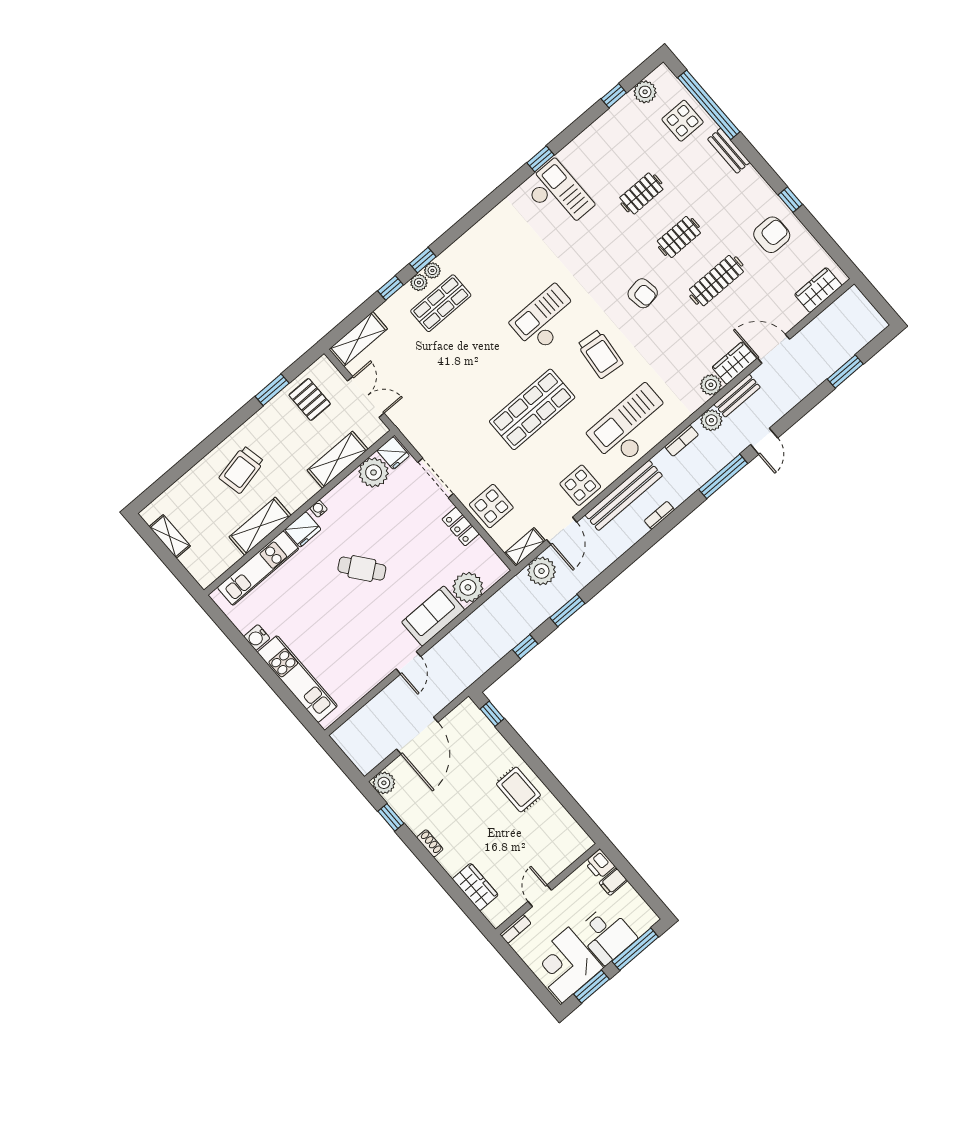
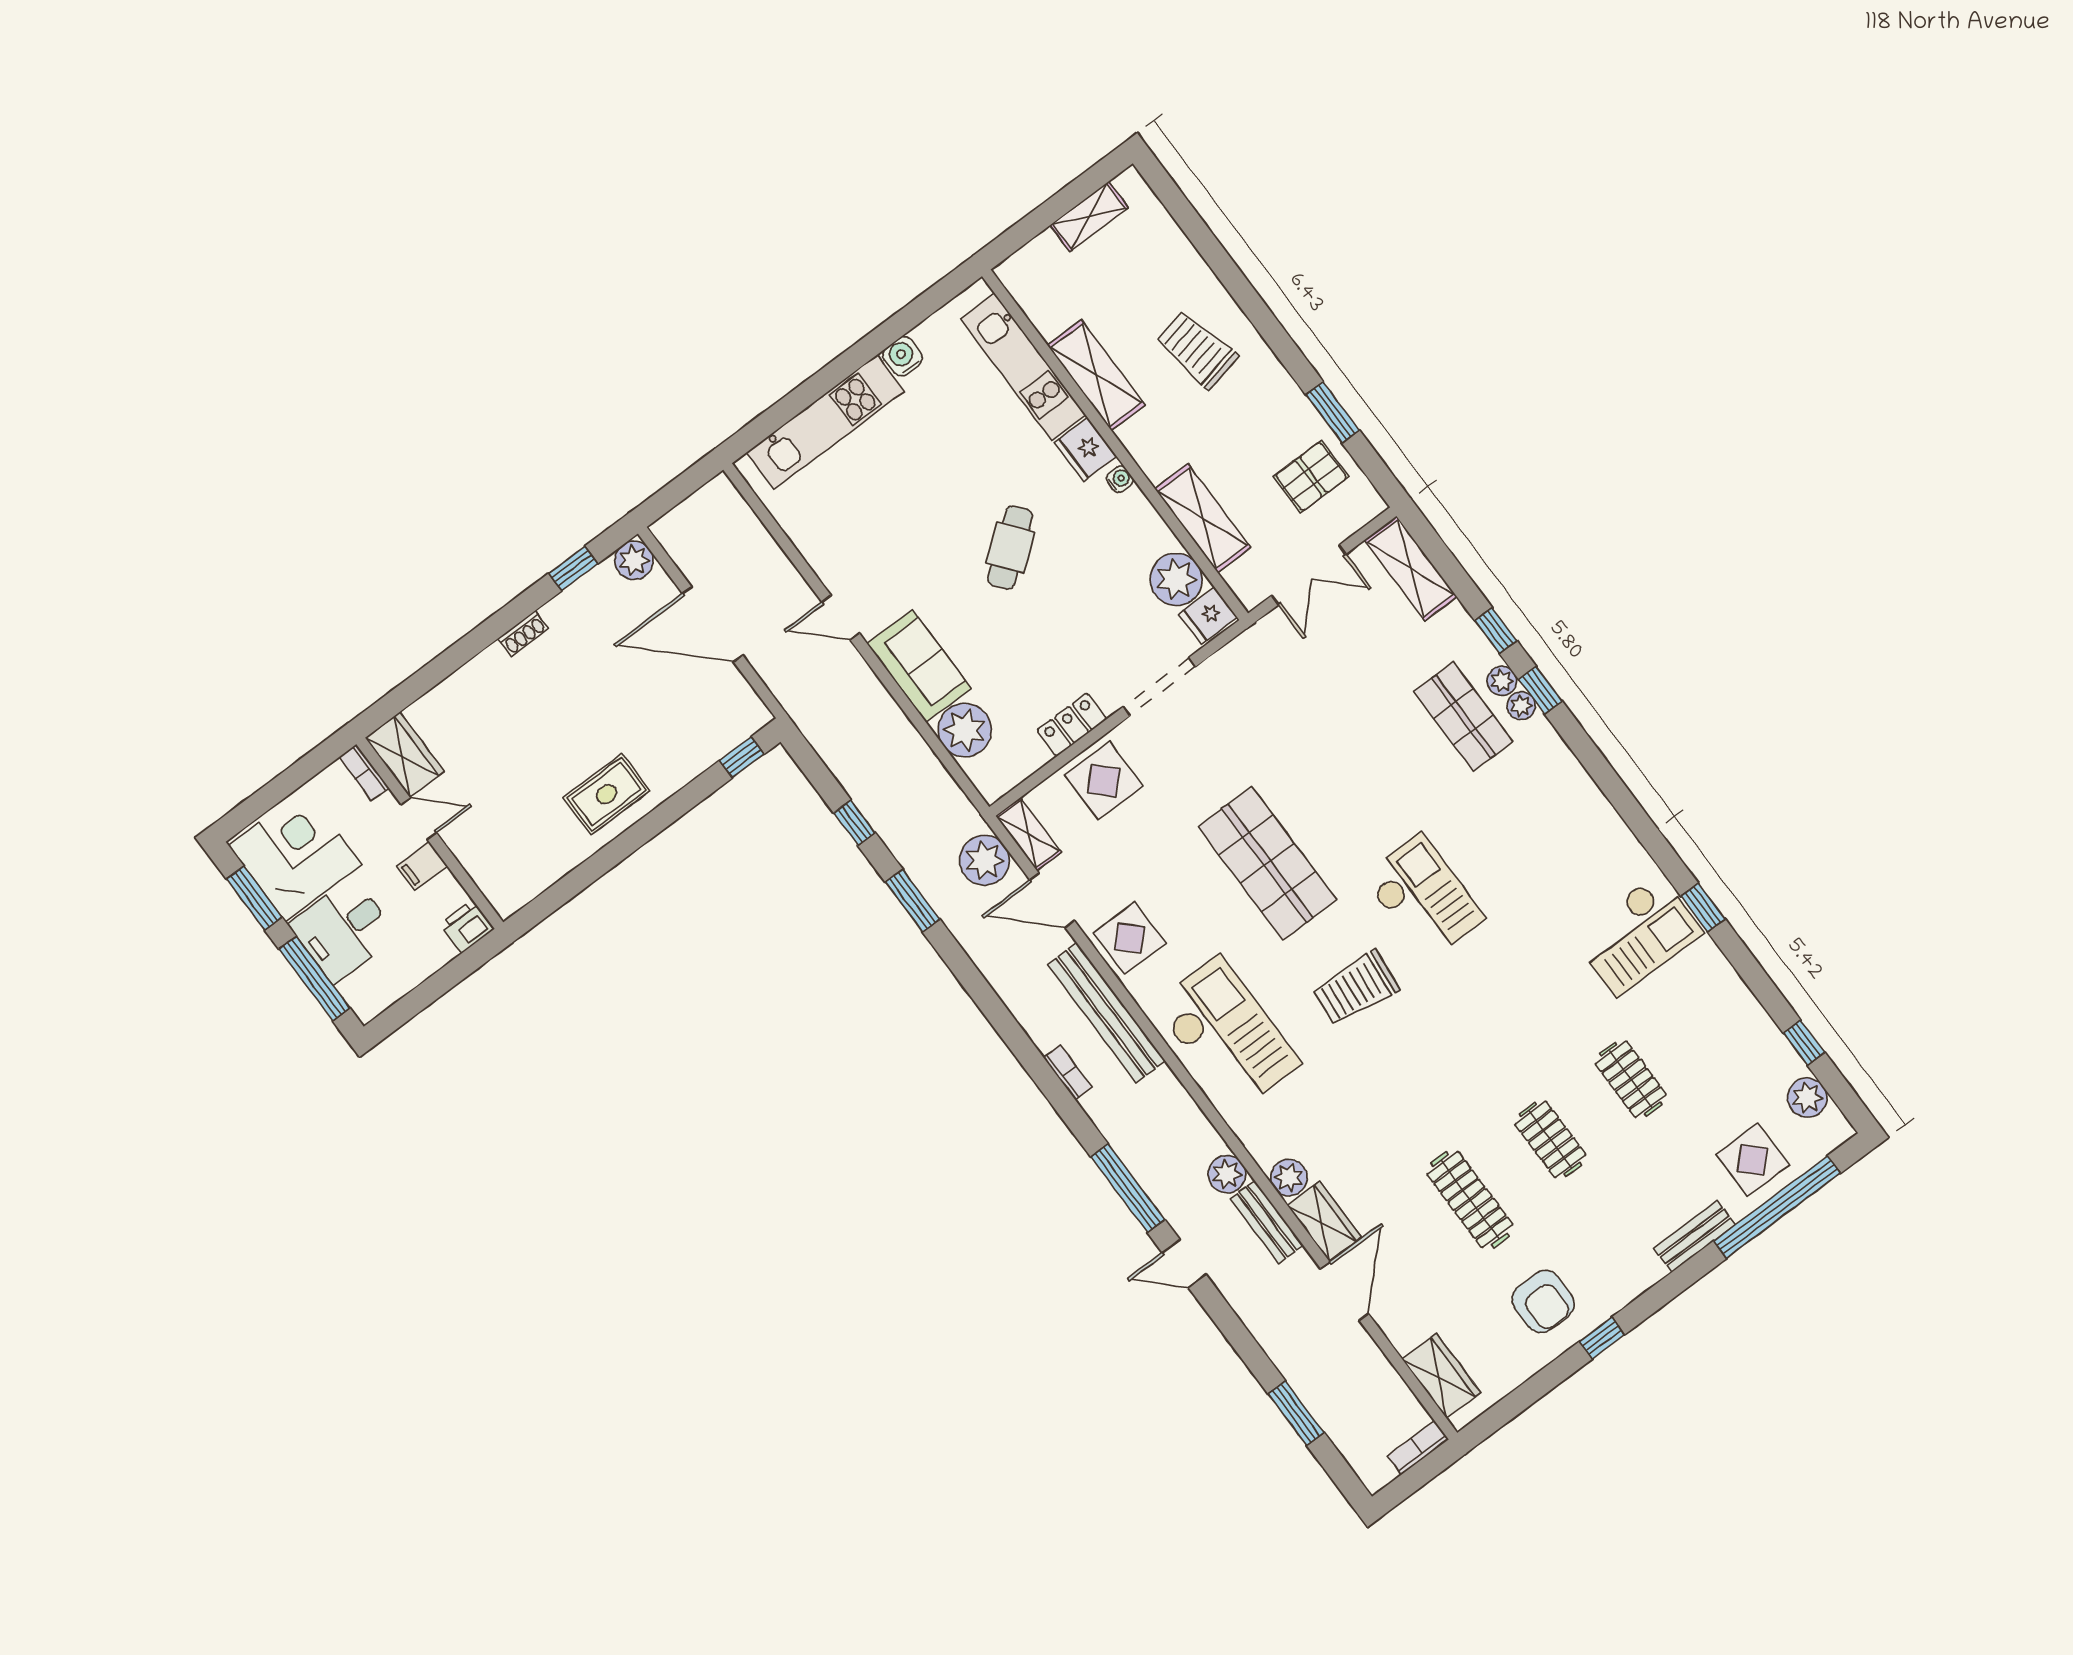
armchair: (643, 293) -> (1457, 1070), removed
bookcase: (682, 441) -> (1418, 1448), moved, turned 90
filing cabinet: (613, 882) -> (422, 866), moved, turned -90
wardrobe: (475, 887) -> (405, 755), moved, turned -90

